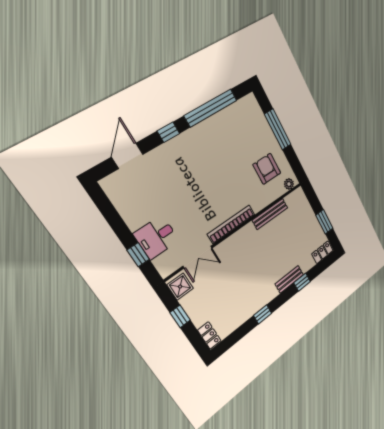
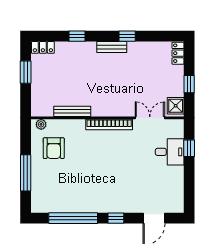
bench: (289, 279) -> (112, 47), moved

